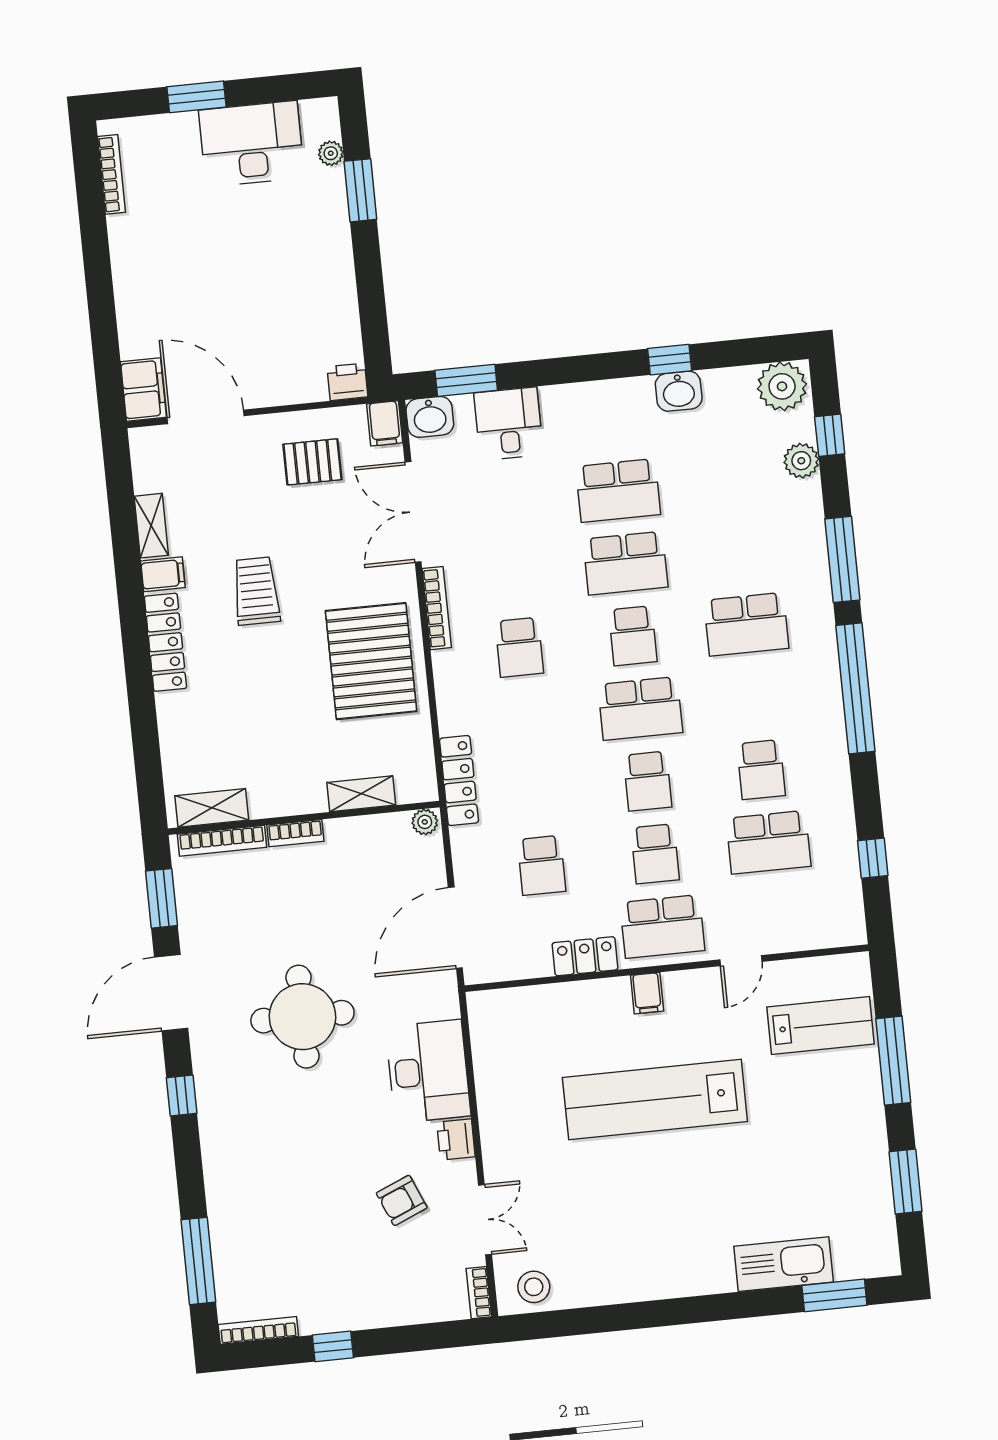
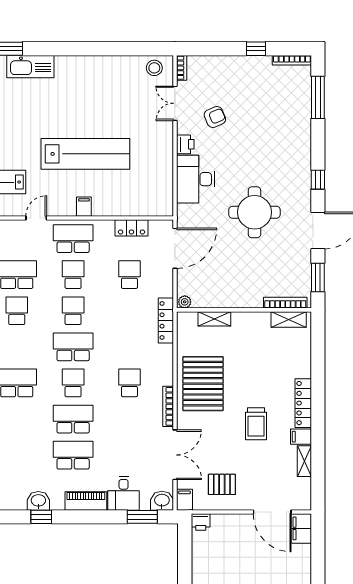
piano: (583, 401) -> (86, 501), added
bookcase: (295, 833) -> (249, 303), removed
locker: (585, 956) -> (131, 228), moved

